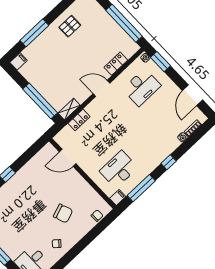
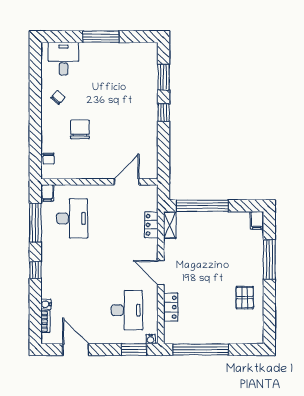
desk: (142, 87) -> (127, 310), turned 180
door: (101, 88) -> (161, 273), swing flipped
chair: (63, 213) -> (80, 129), turned 110

